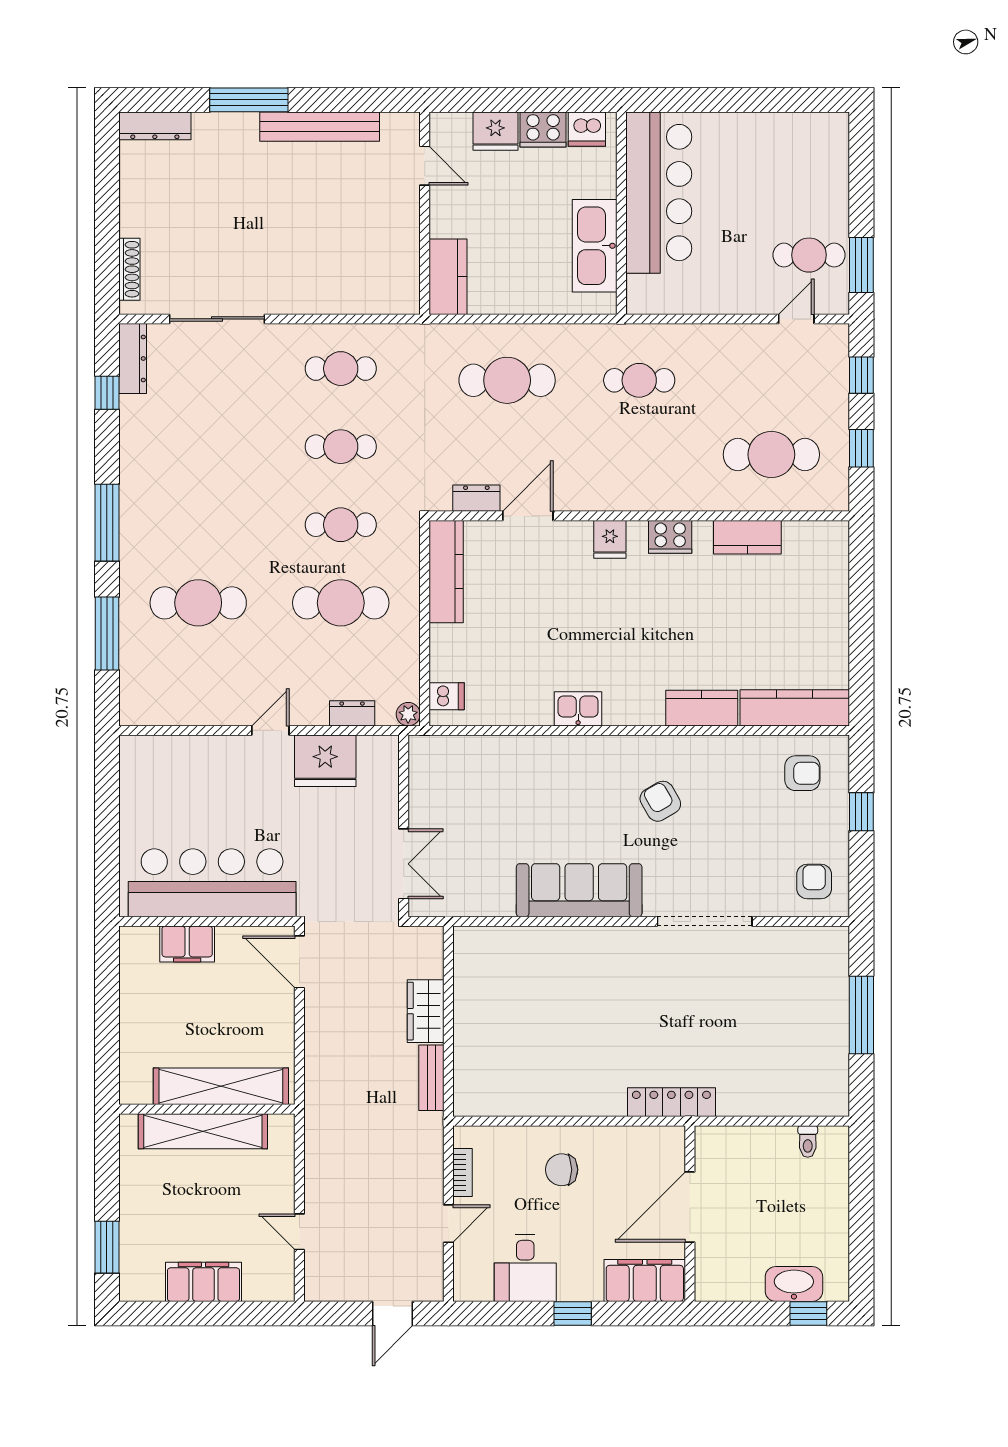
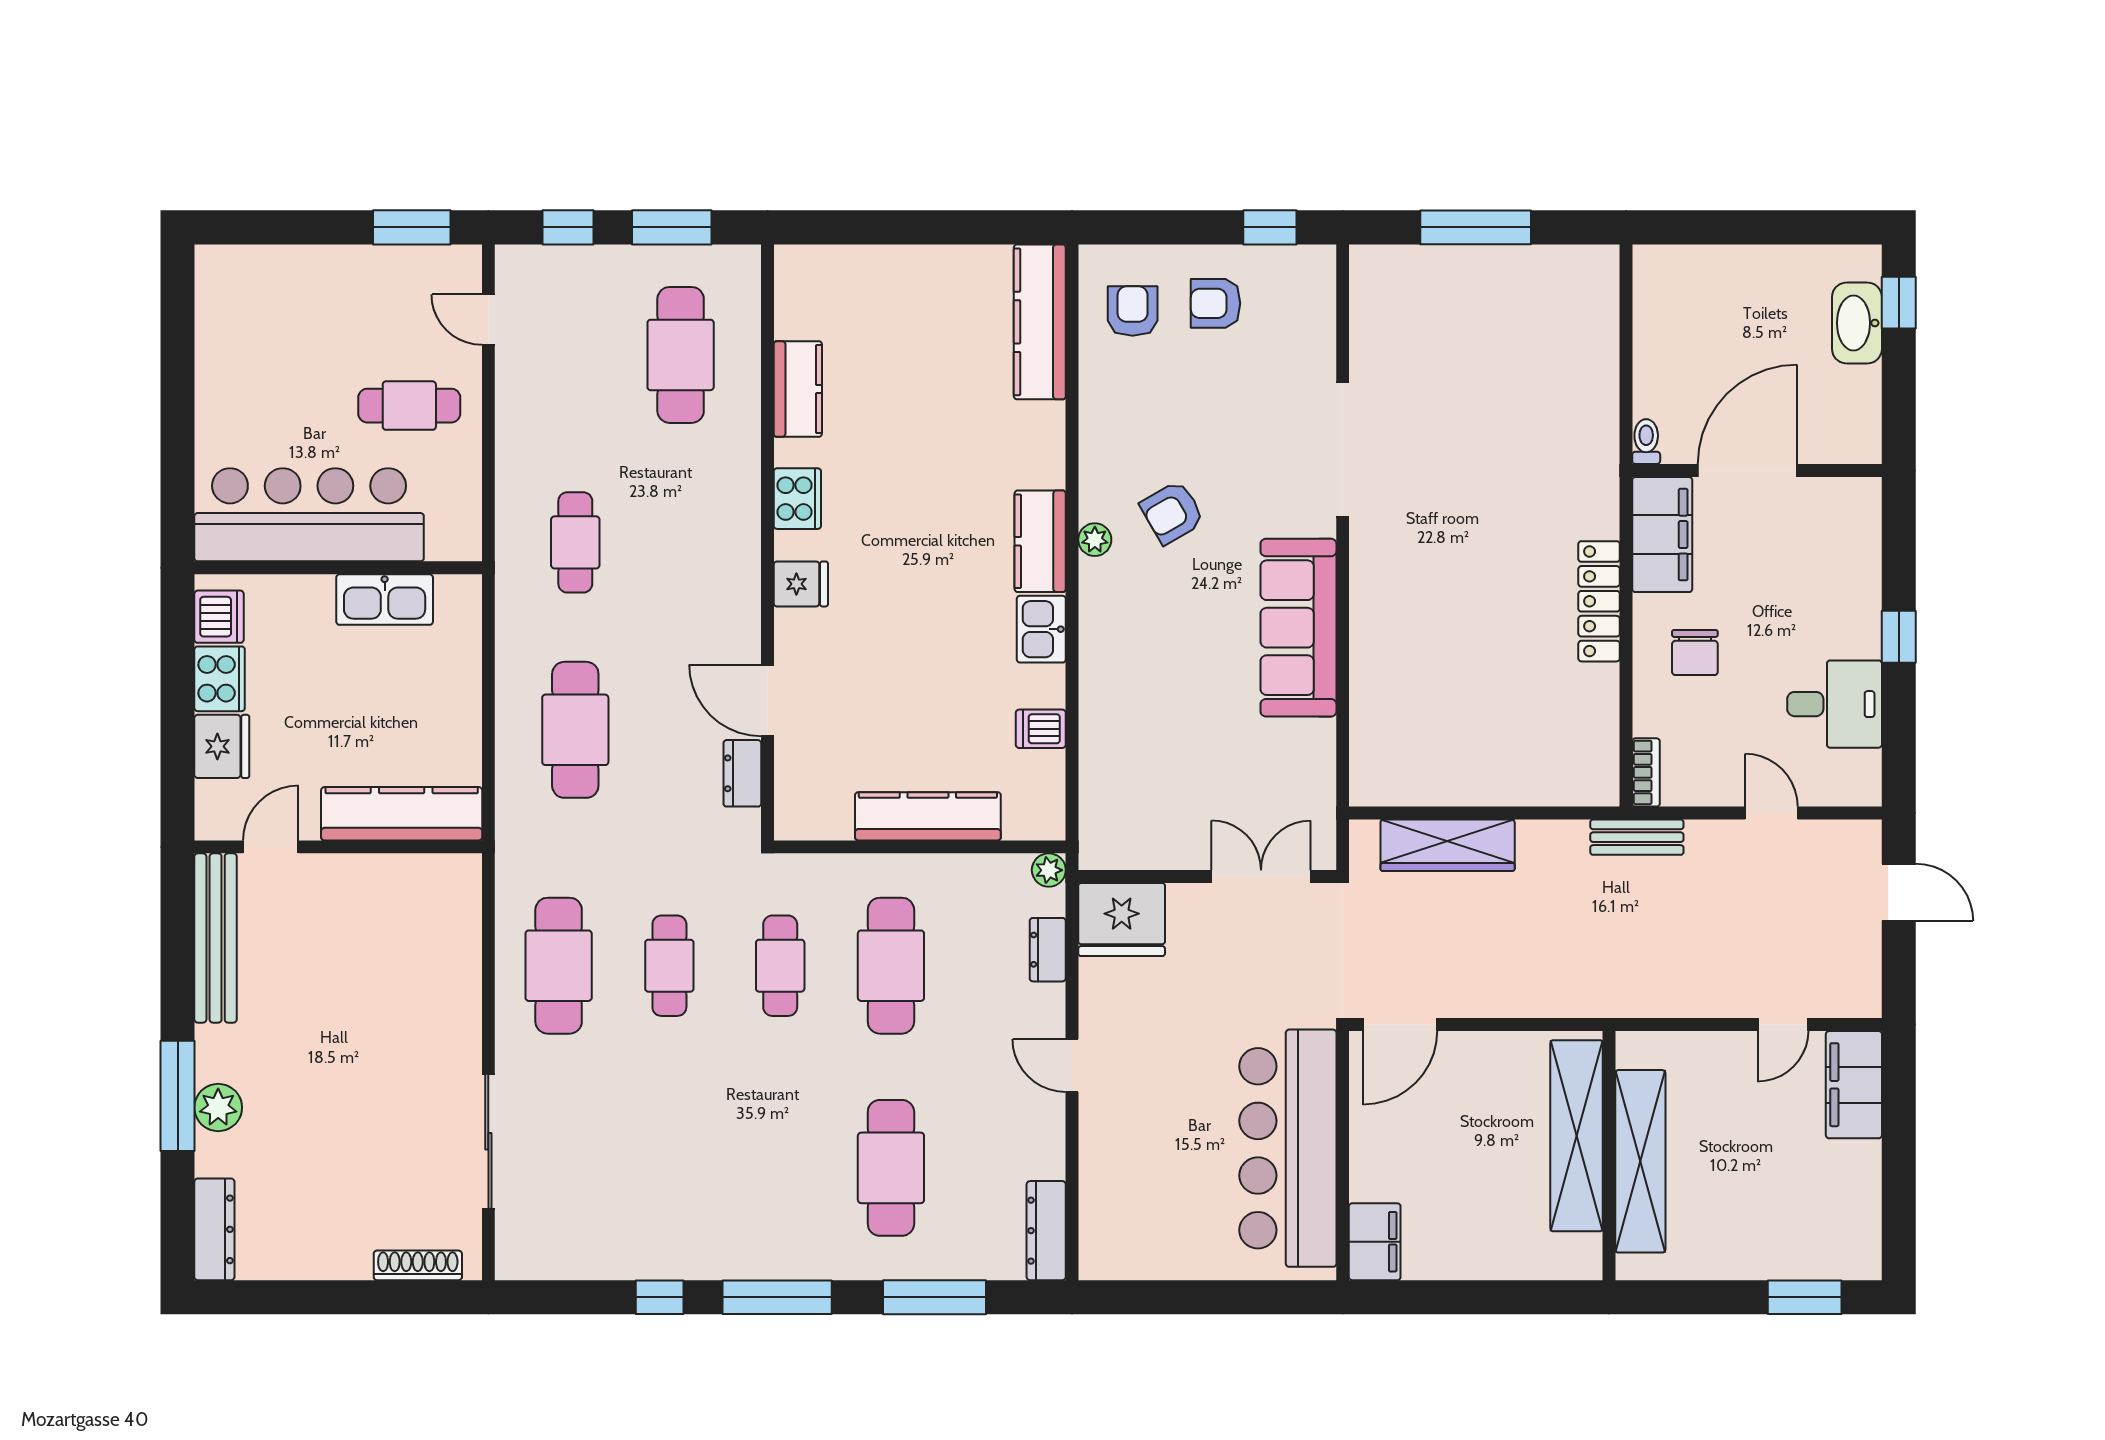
bench: (320, 127) -> (216, 938), moved
plant: (241, 129) -> (218, 1107), added
kitchen sink: (595, 246) -> (385, 600), width x0.73, depth x0.81
cafe table: (809, 255) -> (409, 406), moved, turned 90
kitchen counter: (448, 277) -> (402, 814), width x1.50
dresser: (133, 359) -> (1046, 1231), moved, turned -90
cafe table: (341, 369) -> (559, 966), width x1.37, depth x1.35
window: (107, 393) -> (660, 1297), moved
window: (861, 448) -> (672, 227), width x1.50
kitchen counter: (446, 572) -> (928, 816), moved
dishwasher: (447, 696) -> (1041, 729), moved, turned -90
kitchen counter: (702, 708) -> (1040, 541), moved
plant: (641, 747) -> (1095, 540), added
fridge: (325, 761) -> (1122, 920), moved, turned 90
window: (861, 812) -> (1270, 227), moved
armchair: (814, 882) -> (1216, 303), moved
filing cabinet: (187, 944) -> (1375, 1242), moved
wardrobe: (426, 1011) -> (1448, 845), width x1.50
bench: (431, 1078) -> (1637, 837), moved
locker: (671, 1102) -> (1599, 601), moved
toilet: (808, 1142) -> (1646, 442), moved, turned -90
bookcase: (463, 1173) -> (1646, 772), moved, turned 90
door: (690, 1207) -> (1748, 471), swing flipped
filing cabinet: (645, 1280) -> (1662, 535), moved, turned 180
filing cabinet: (203, 1282) -> (1854, 1085), moved

